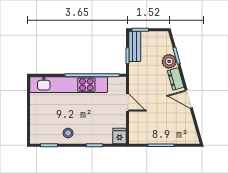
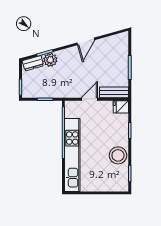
bench: (135, 46) -> (114, 92), moved
dresser: (176, 79) -> (33, 63), moved
stool: (68, 133) -> (118, 155), width x1.89, depth x1.89

